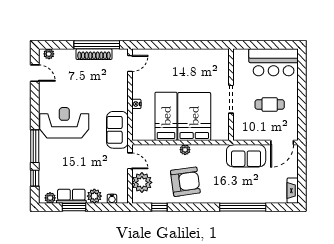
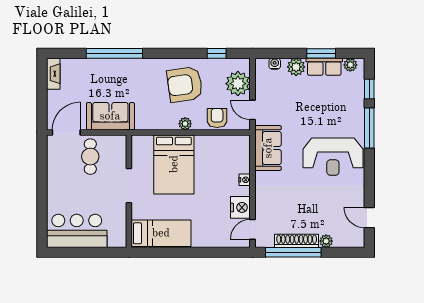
plant: (49, 54) -> (326, 241), moved
nightstand: (140, 81) -> (240, 207), added
cafe table: (270, 104) -> (90, 157), moved, turned 90
bed: (166, 116) -> (161, 233), moved, turned -90
armchair: (159, 154) -> (217, 118), added

